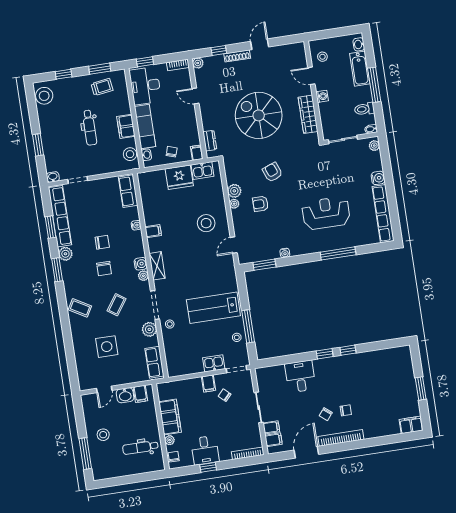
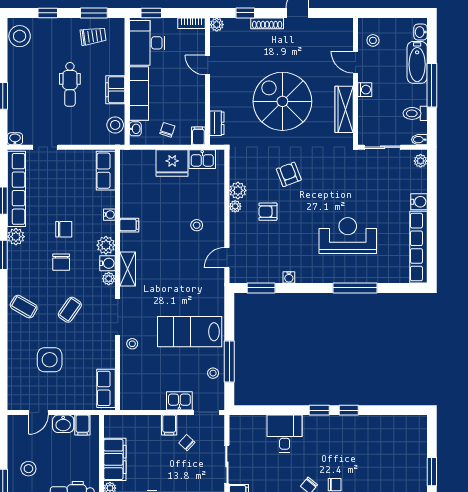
stool: (206, 223) -> (197, 225), width x0.53, depth x0.53
plant: (149, 329) -> (106, 245), moved

